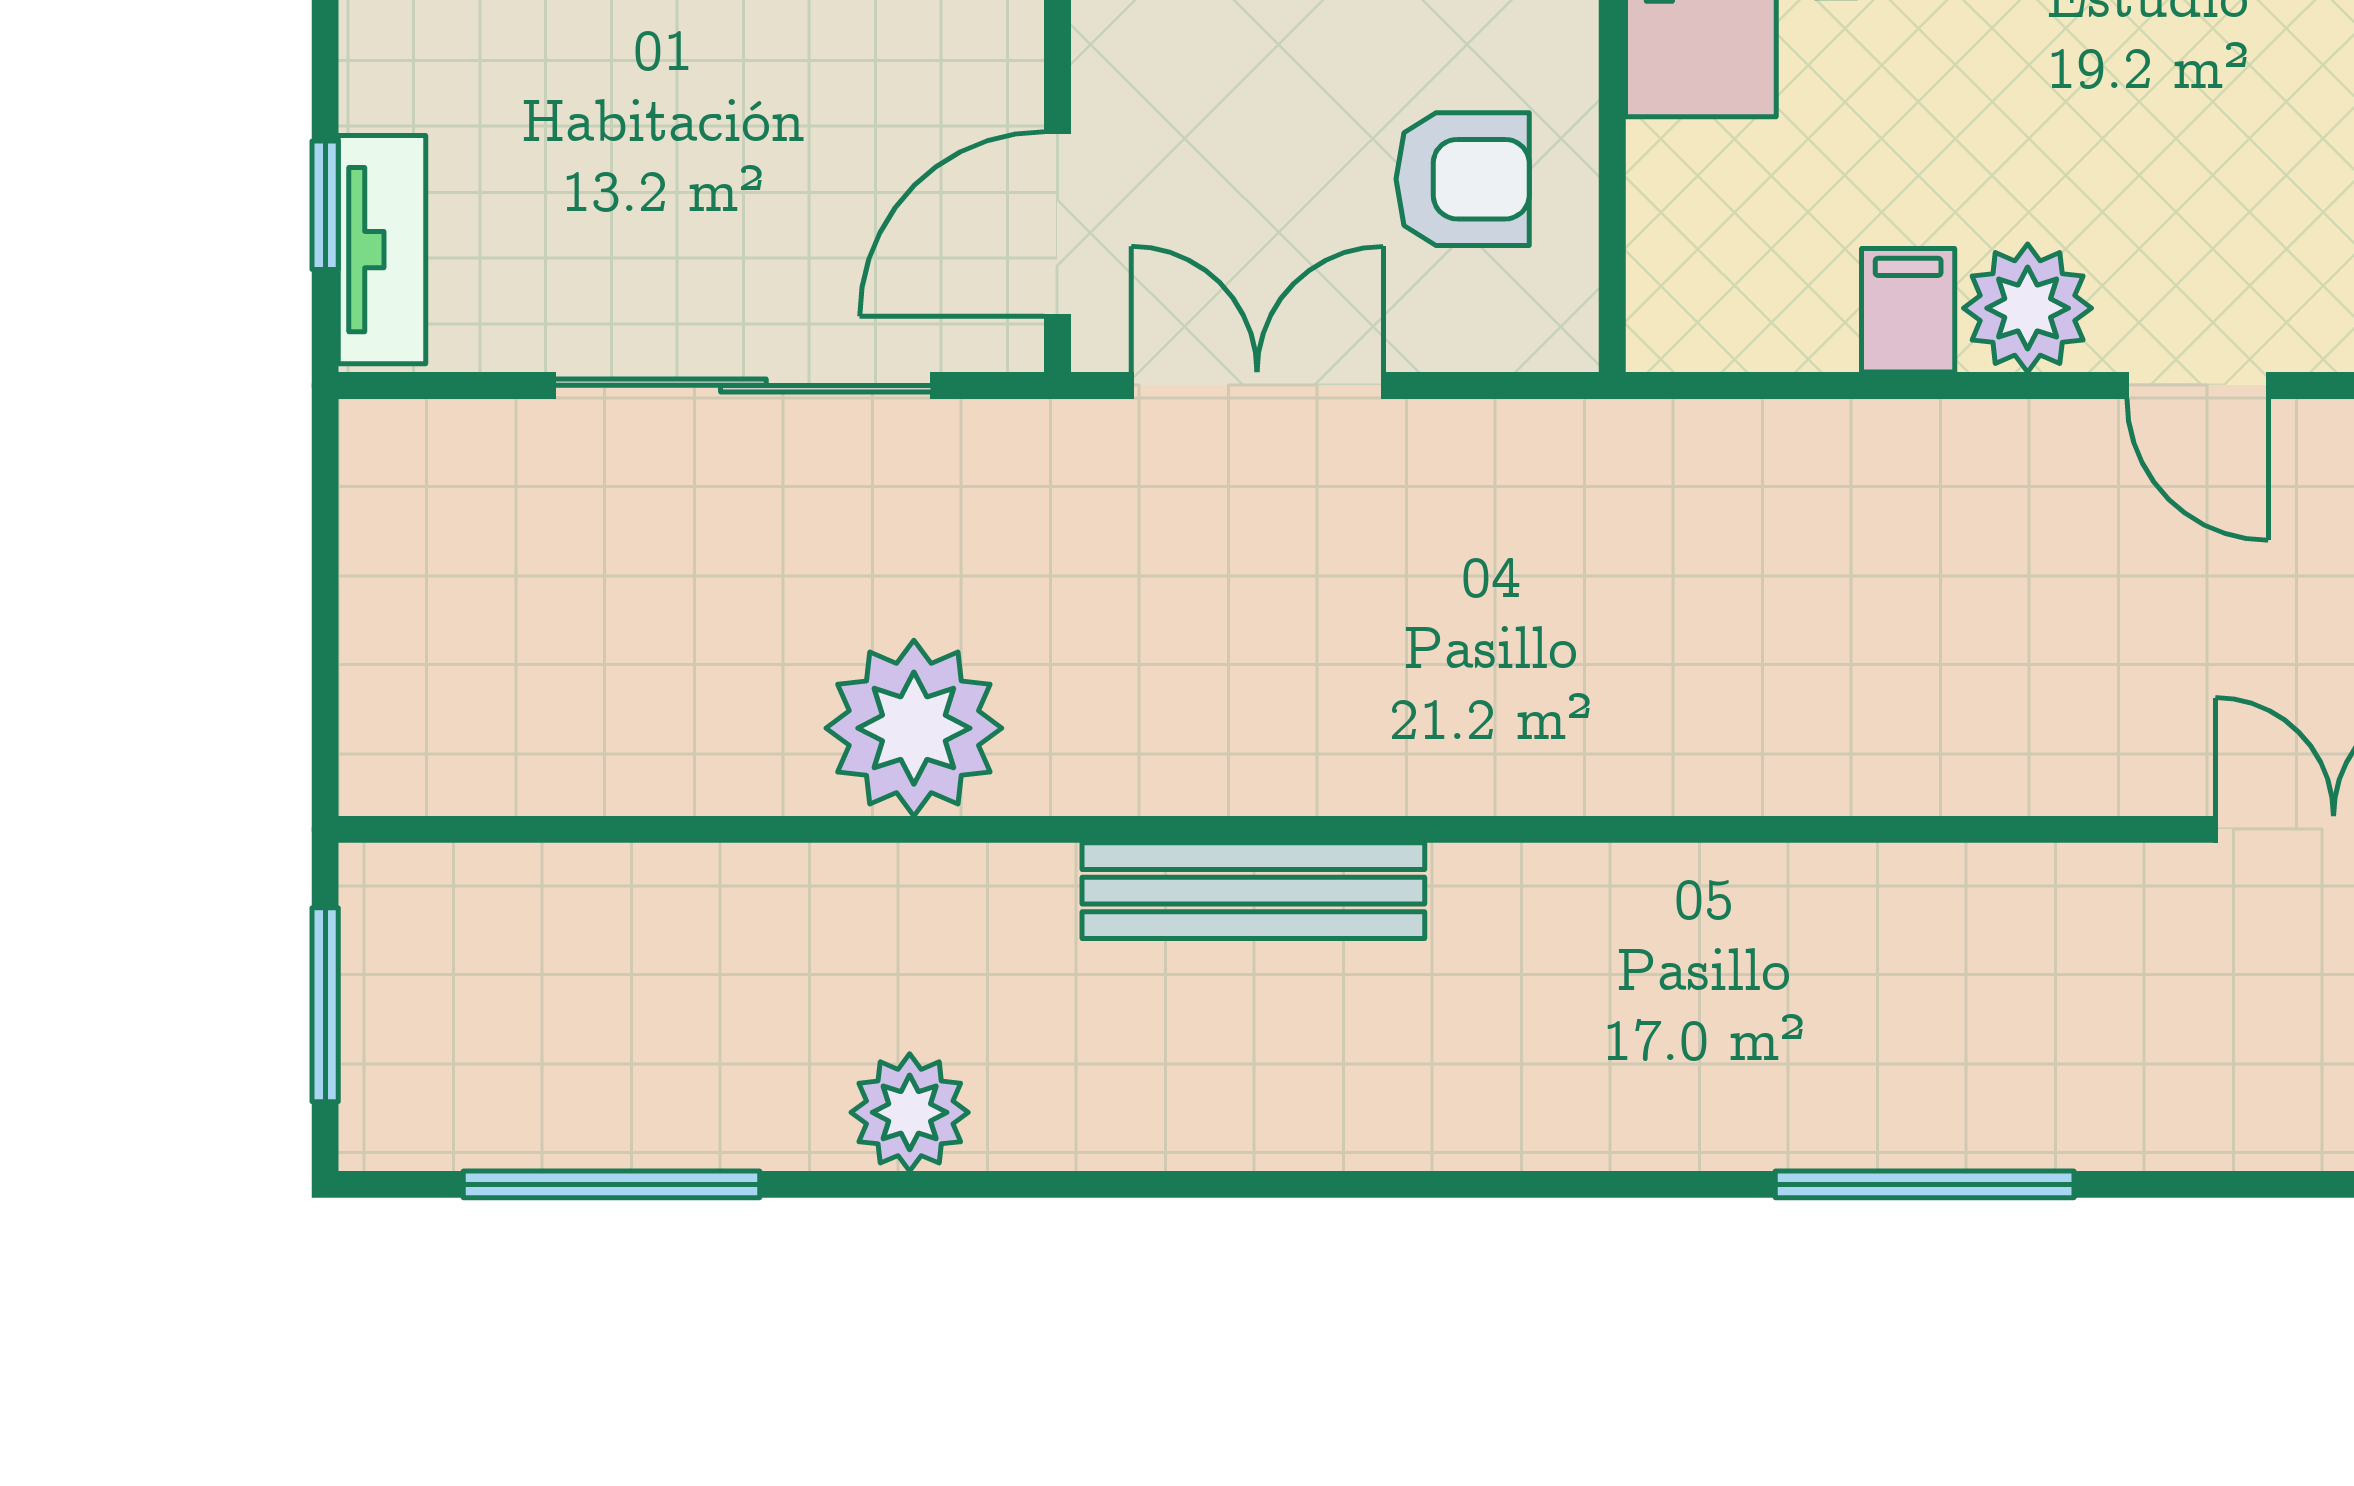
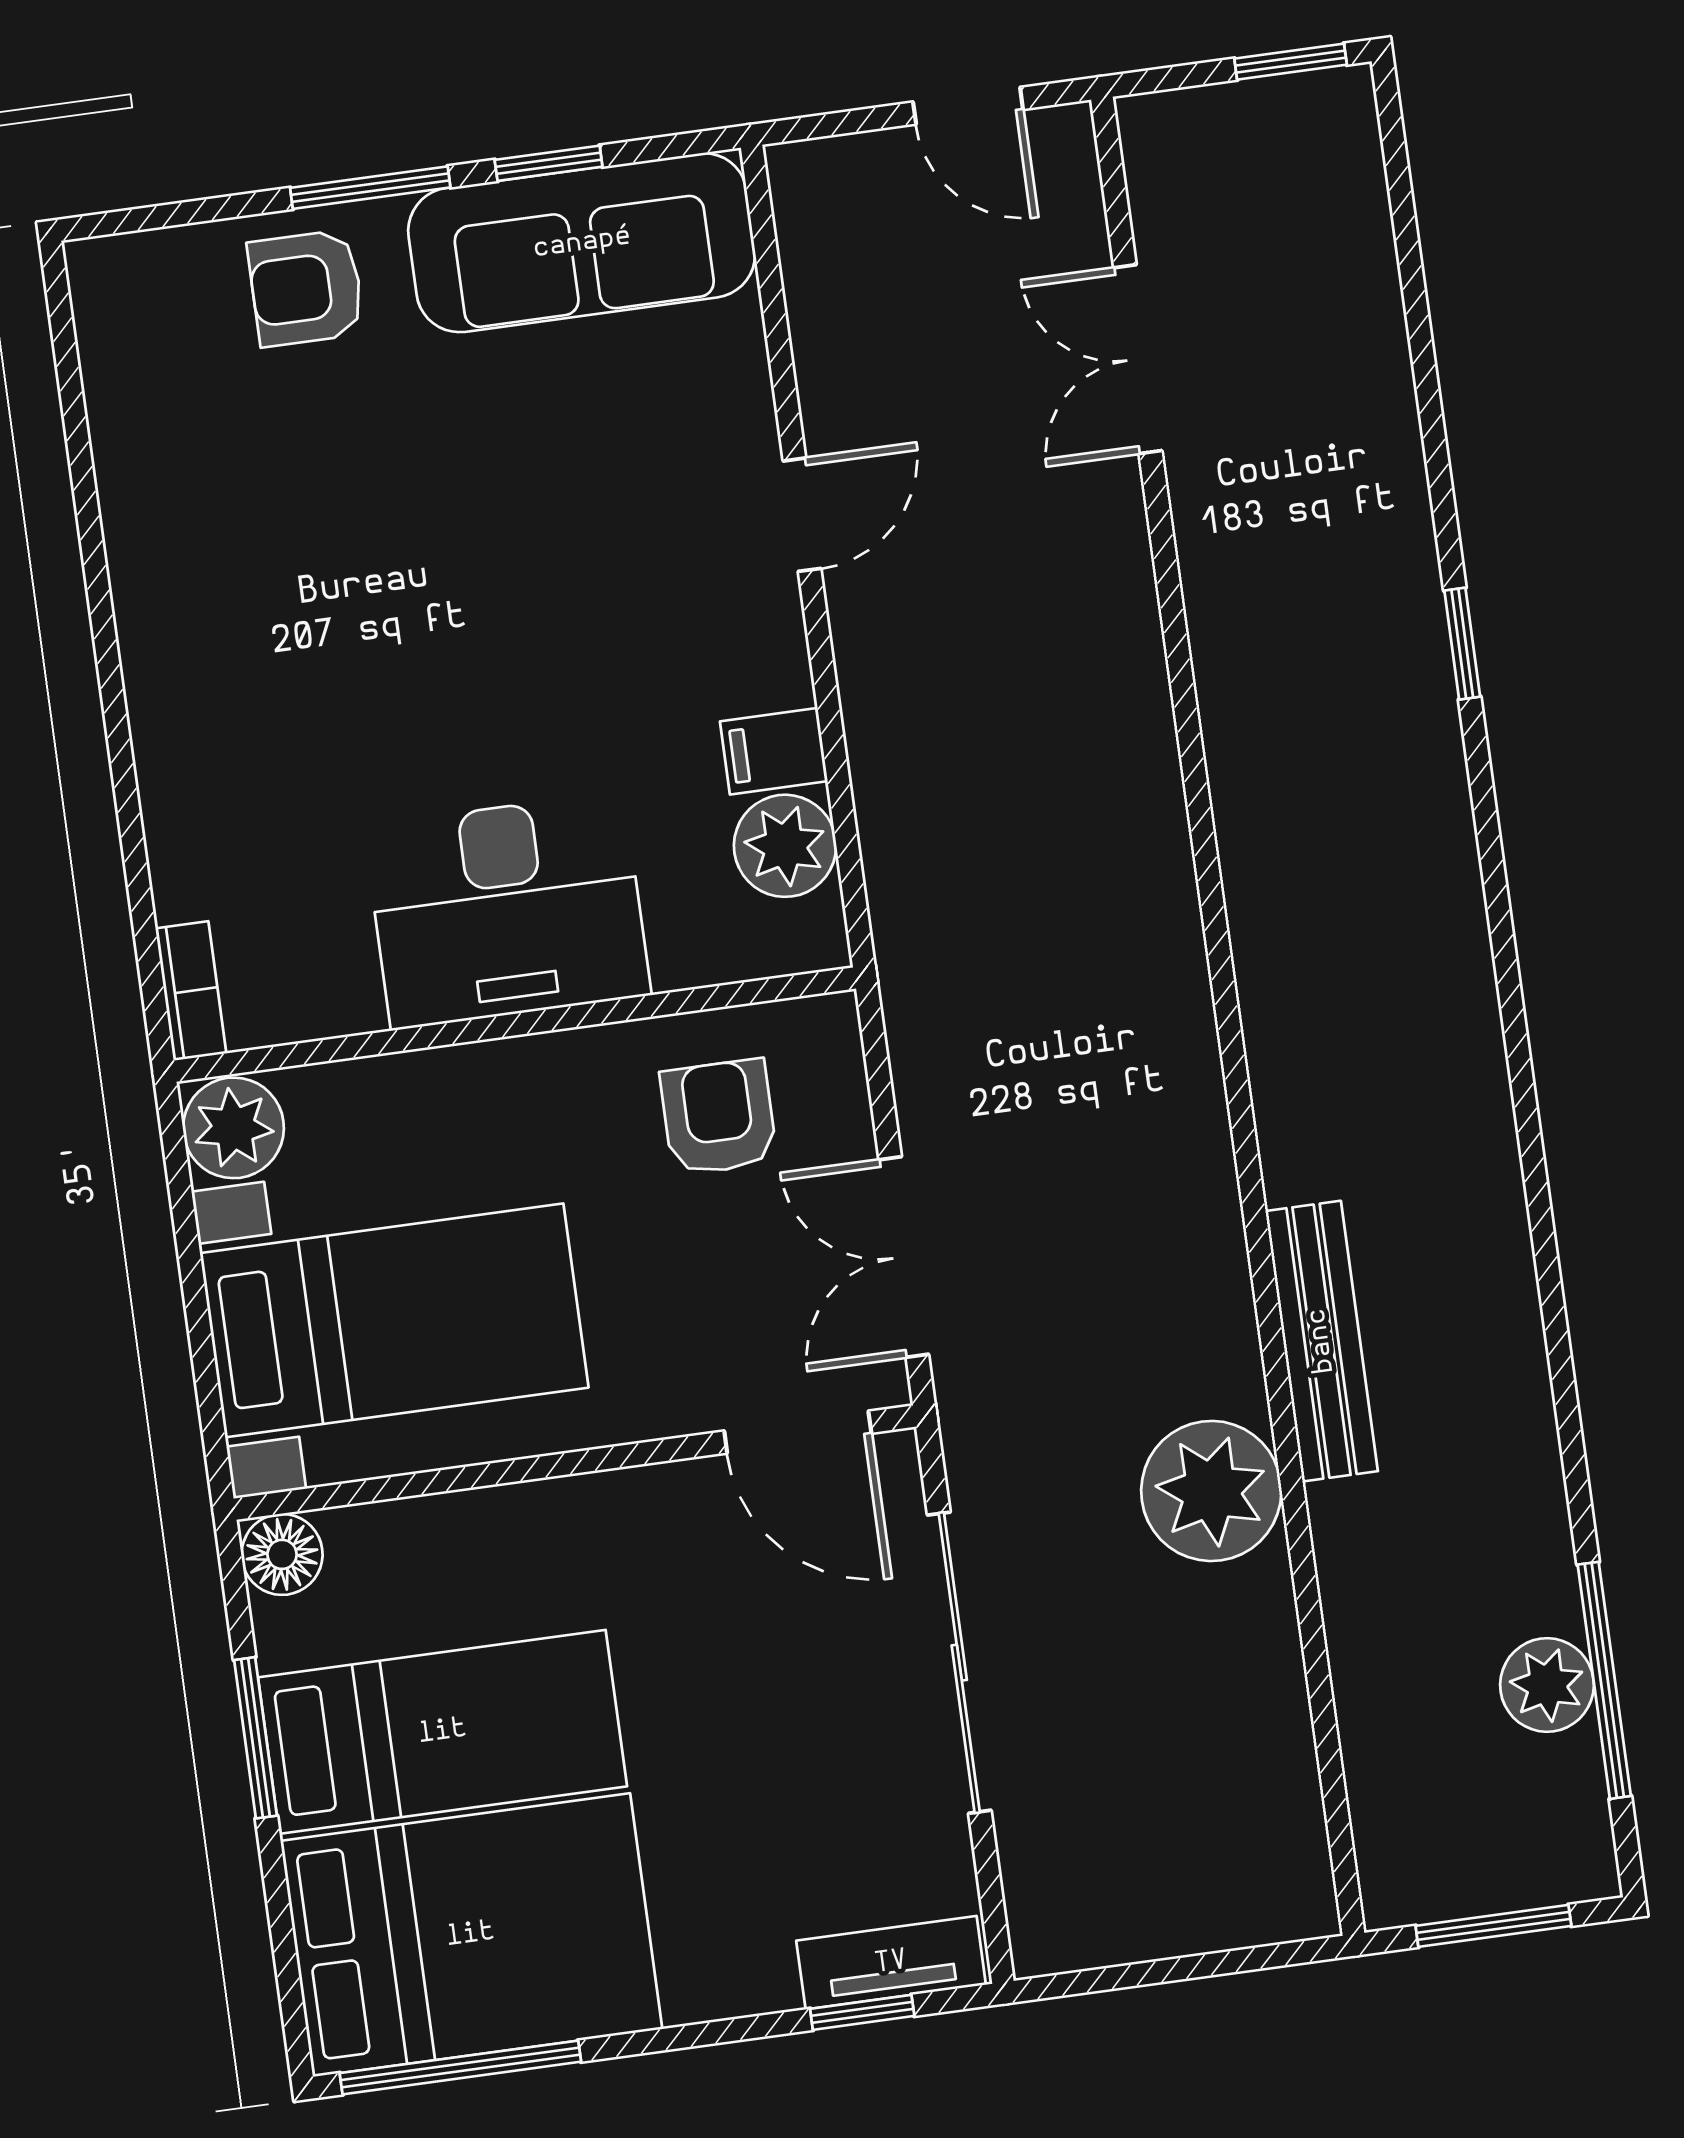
plant: (2028, 308) -> (785, 846), moved
bench: (1253, 891) -> (1321, 1341), moved
plant: (910, 1112) -> (1547, 1685), moved
window: (1925, 1184) -> (1462, 644), width x0.46

